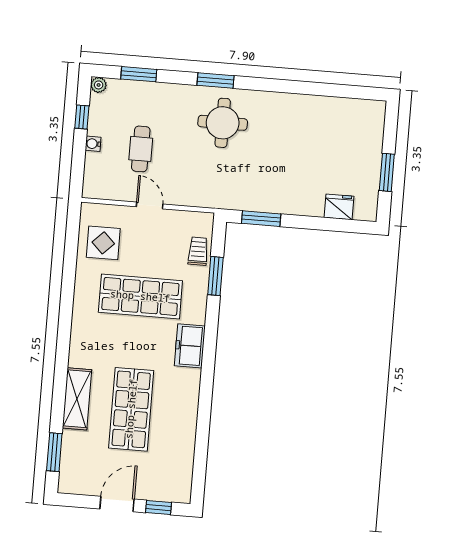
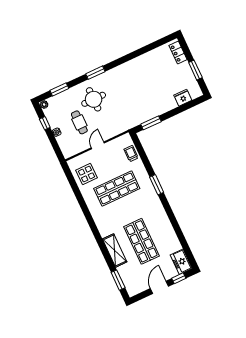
round table: (223, 123) -> (94, 99), moved
locker: (374, 126) -> (178, 52), added
door: (150, 205) -> (98, 145), hinge flipped
window: (215, 276) -> (157, 185), moved
freezer: (190, 346) -> (181, 262), moved

